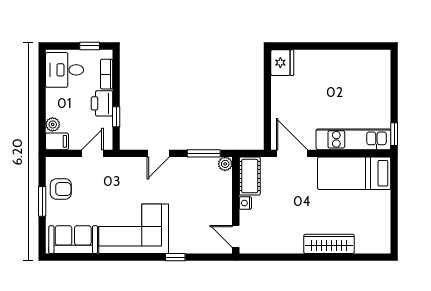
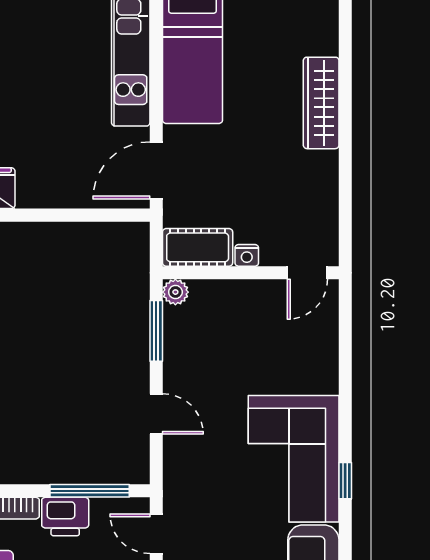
window: (116, 117) -> (90, 491), width x2.17
window: (175, 257) -> (345, 481), moved

